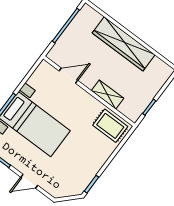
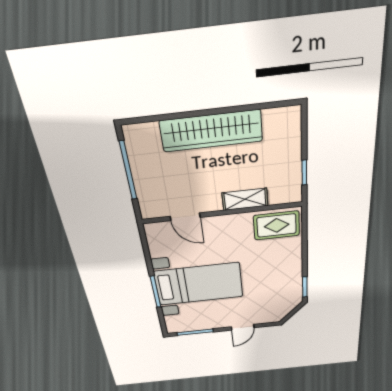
door: (68, 76) -> (185, 217), swing flipped

